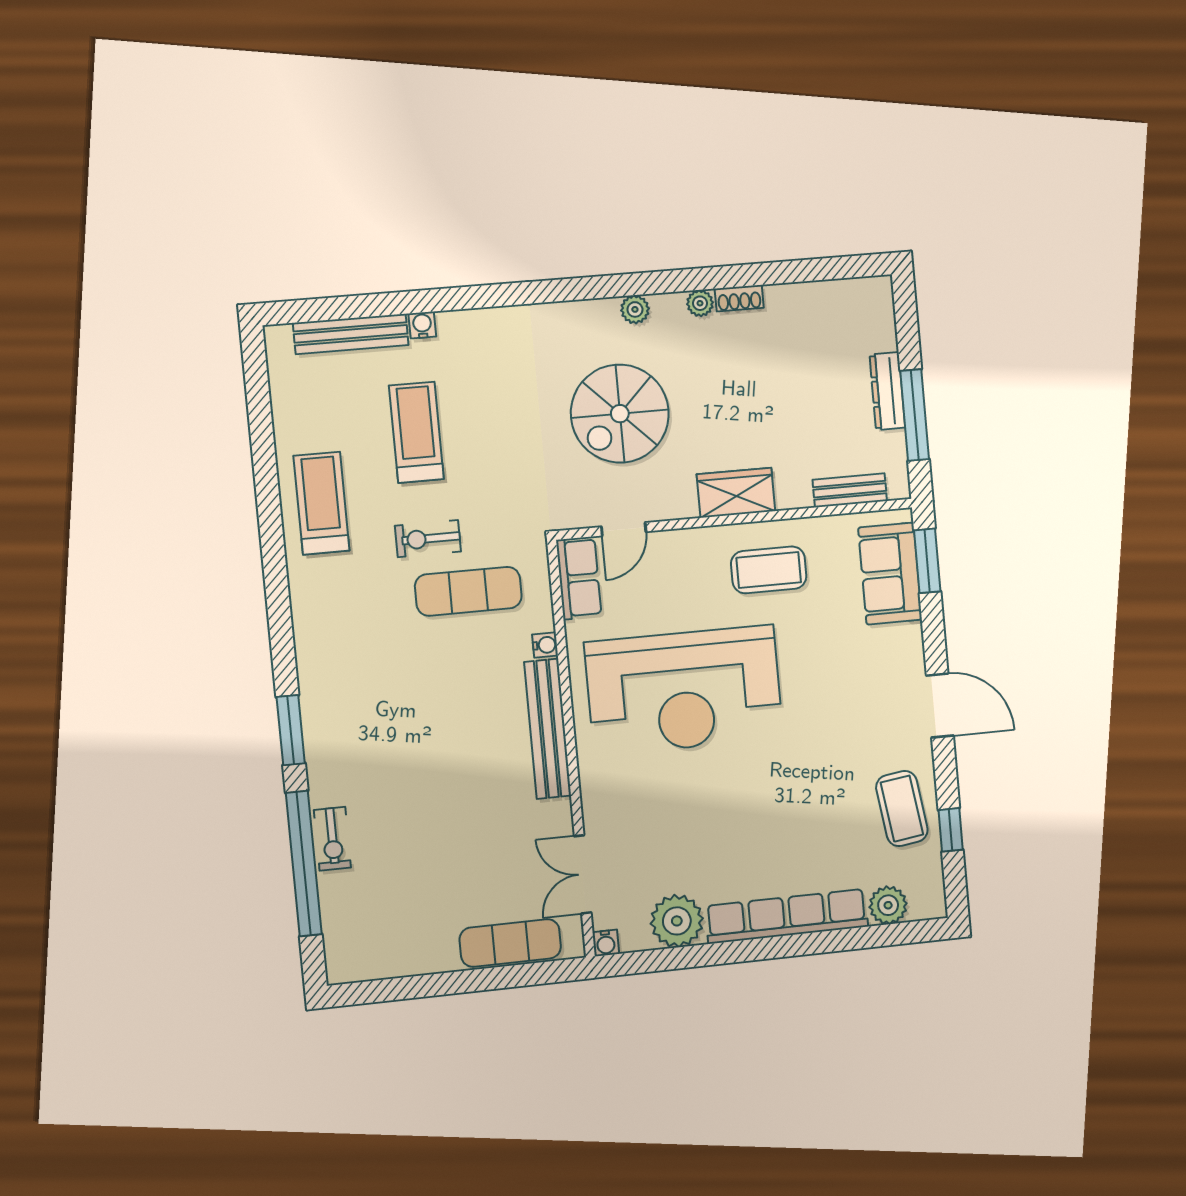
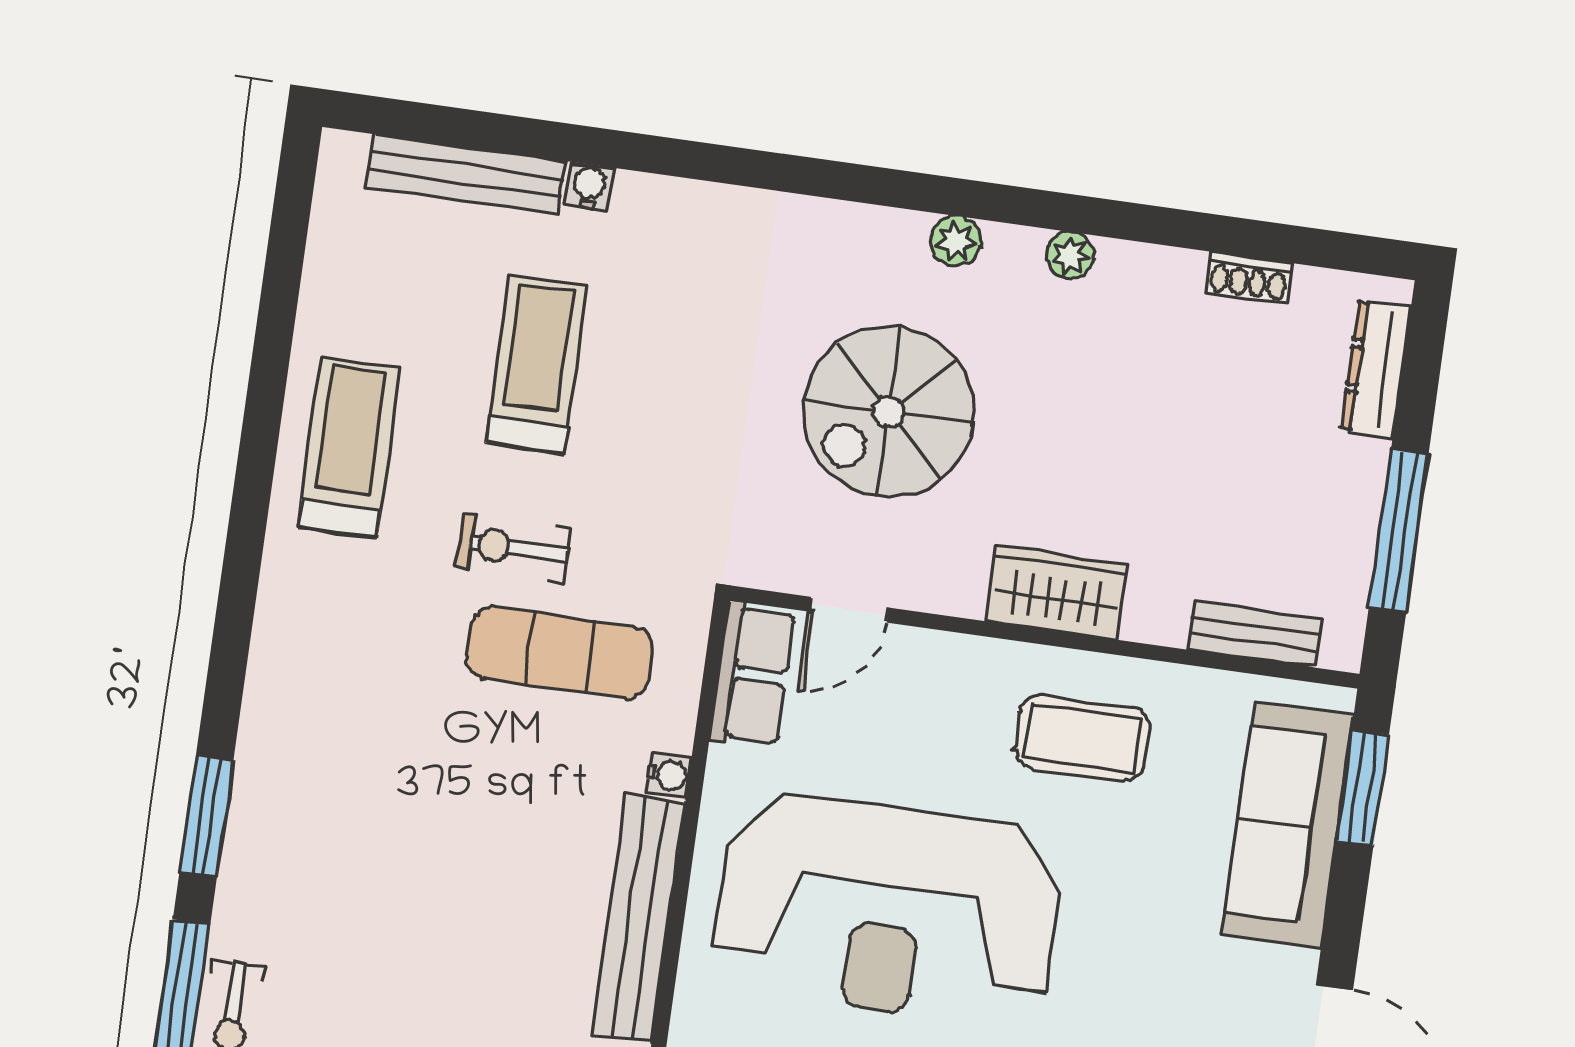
shoe rack: (739, 298) -> (1248, 277), moved
dresser: (887, 391) -> (1376, 369), moved
sofa: (890, 574) -> (1288, 825), width x1.36

